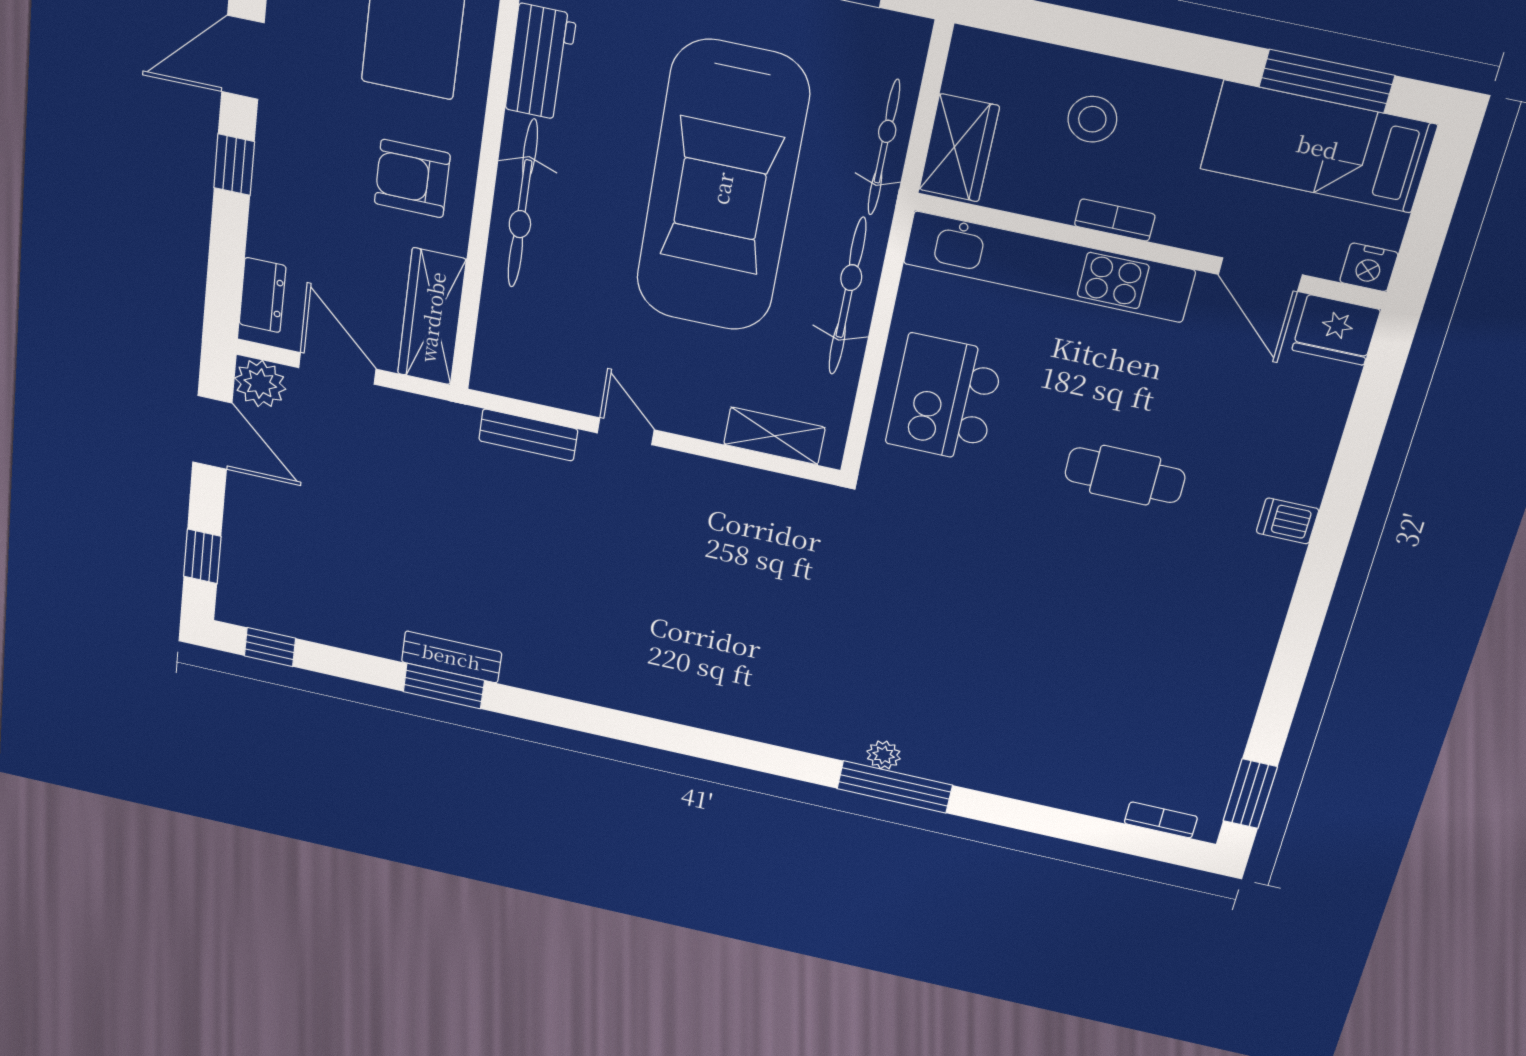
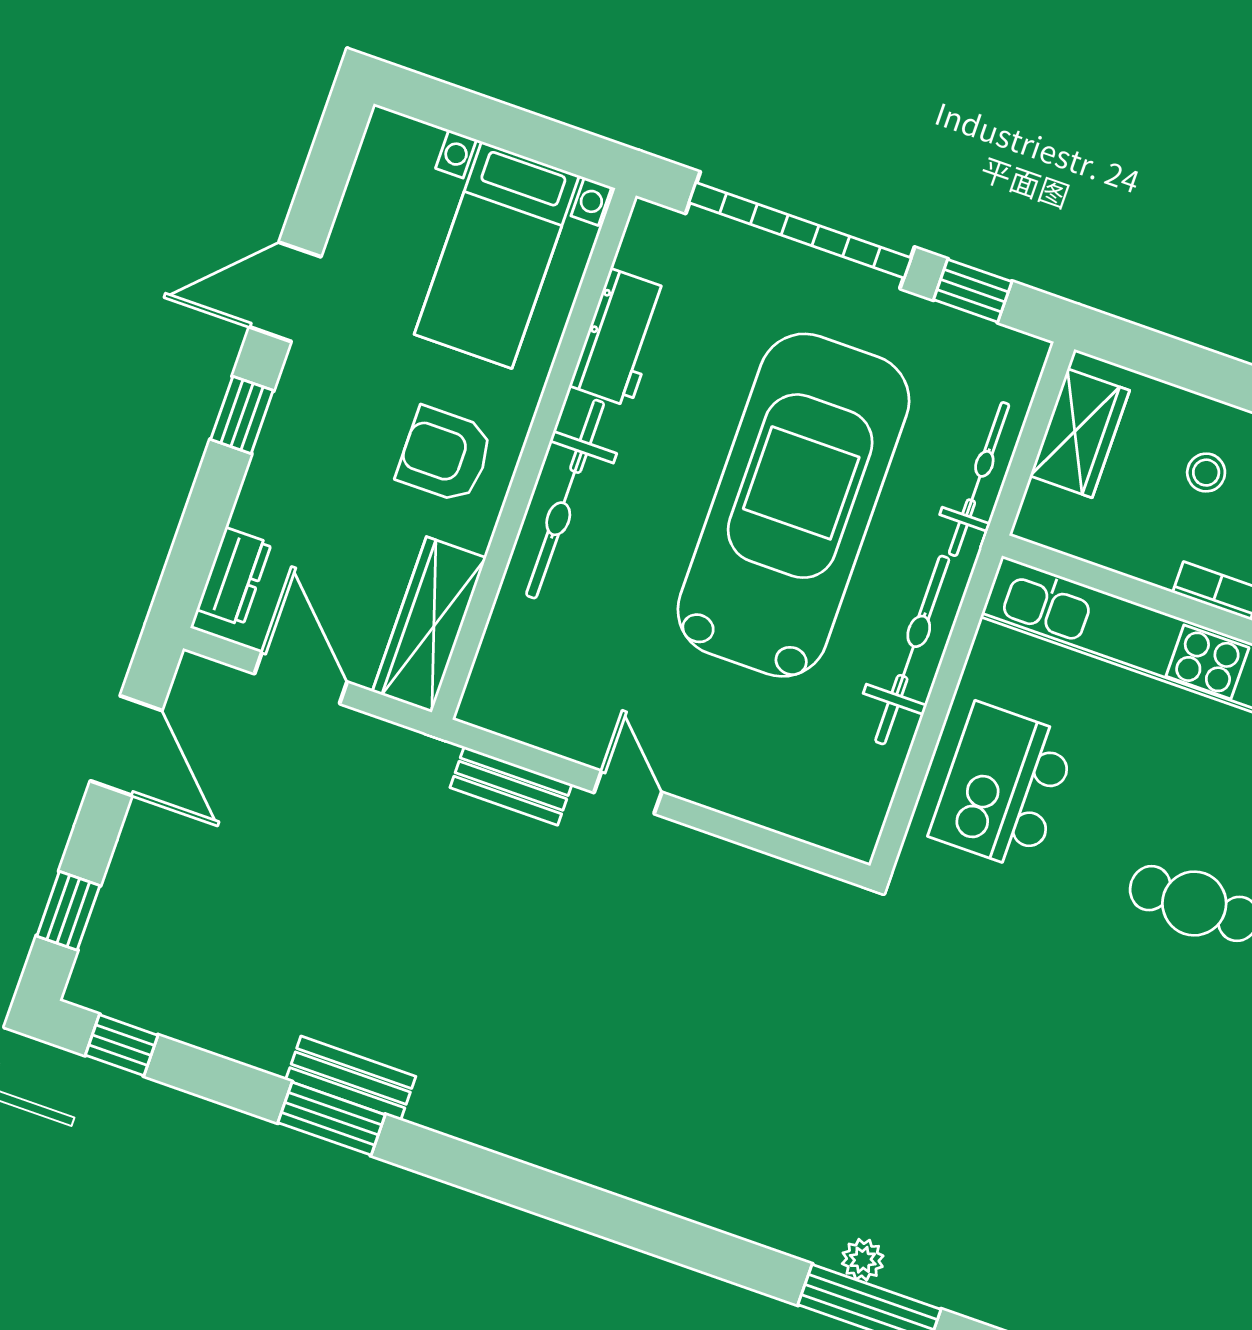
stool: (1092, 119) -> (1206, 473), width x0.73, depth x0.73
wardrobe: (959, 148) -> (1080, 433), moved
car: (722, 188) -> (793, 505), turned 180
plant: (260, 384) -> (202, 688), removed
shelving: (774, 436) -> (801, 815), removed

